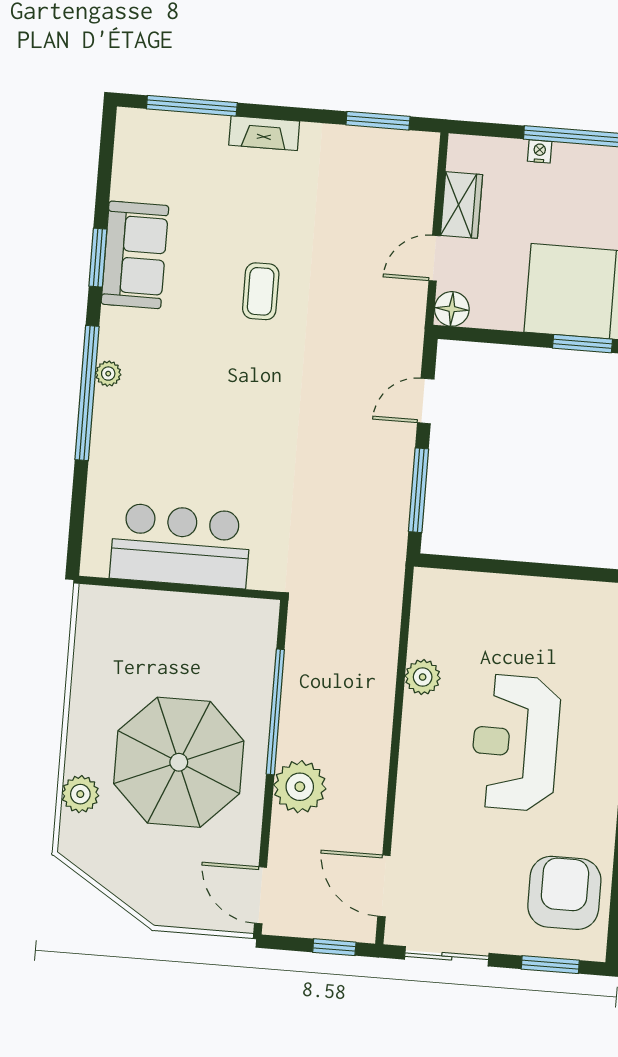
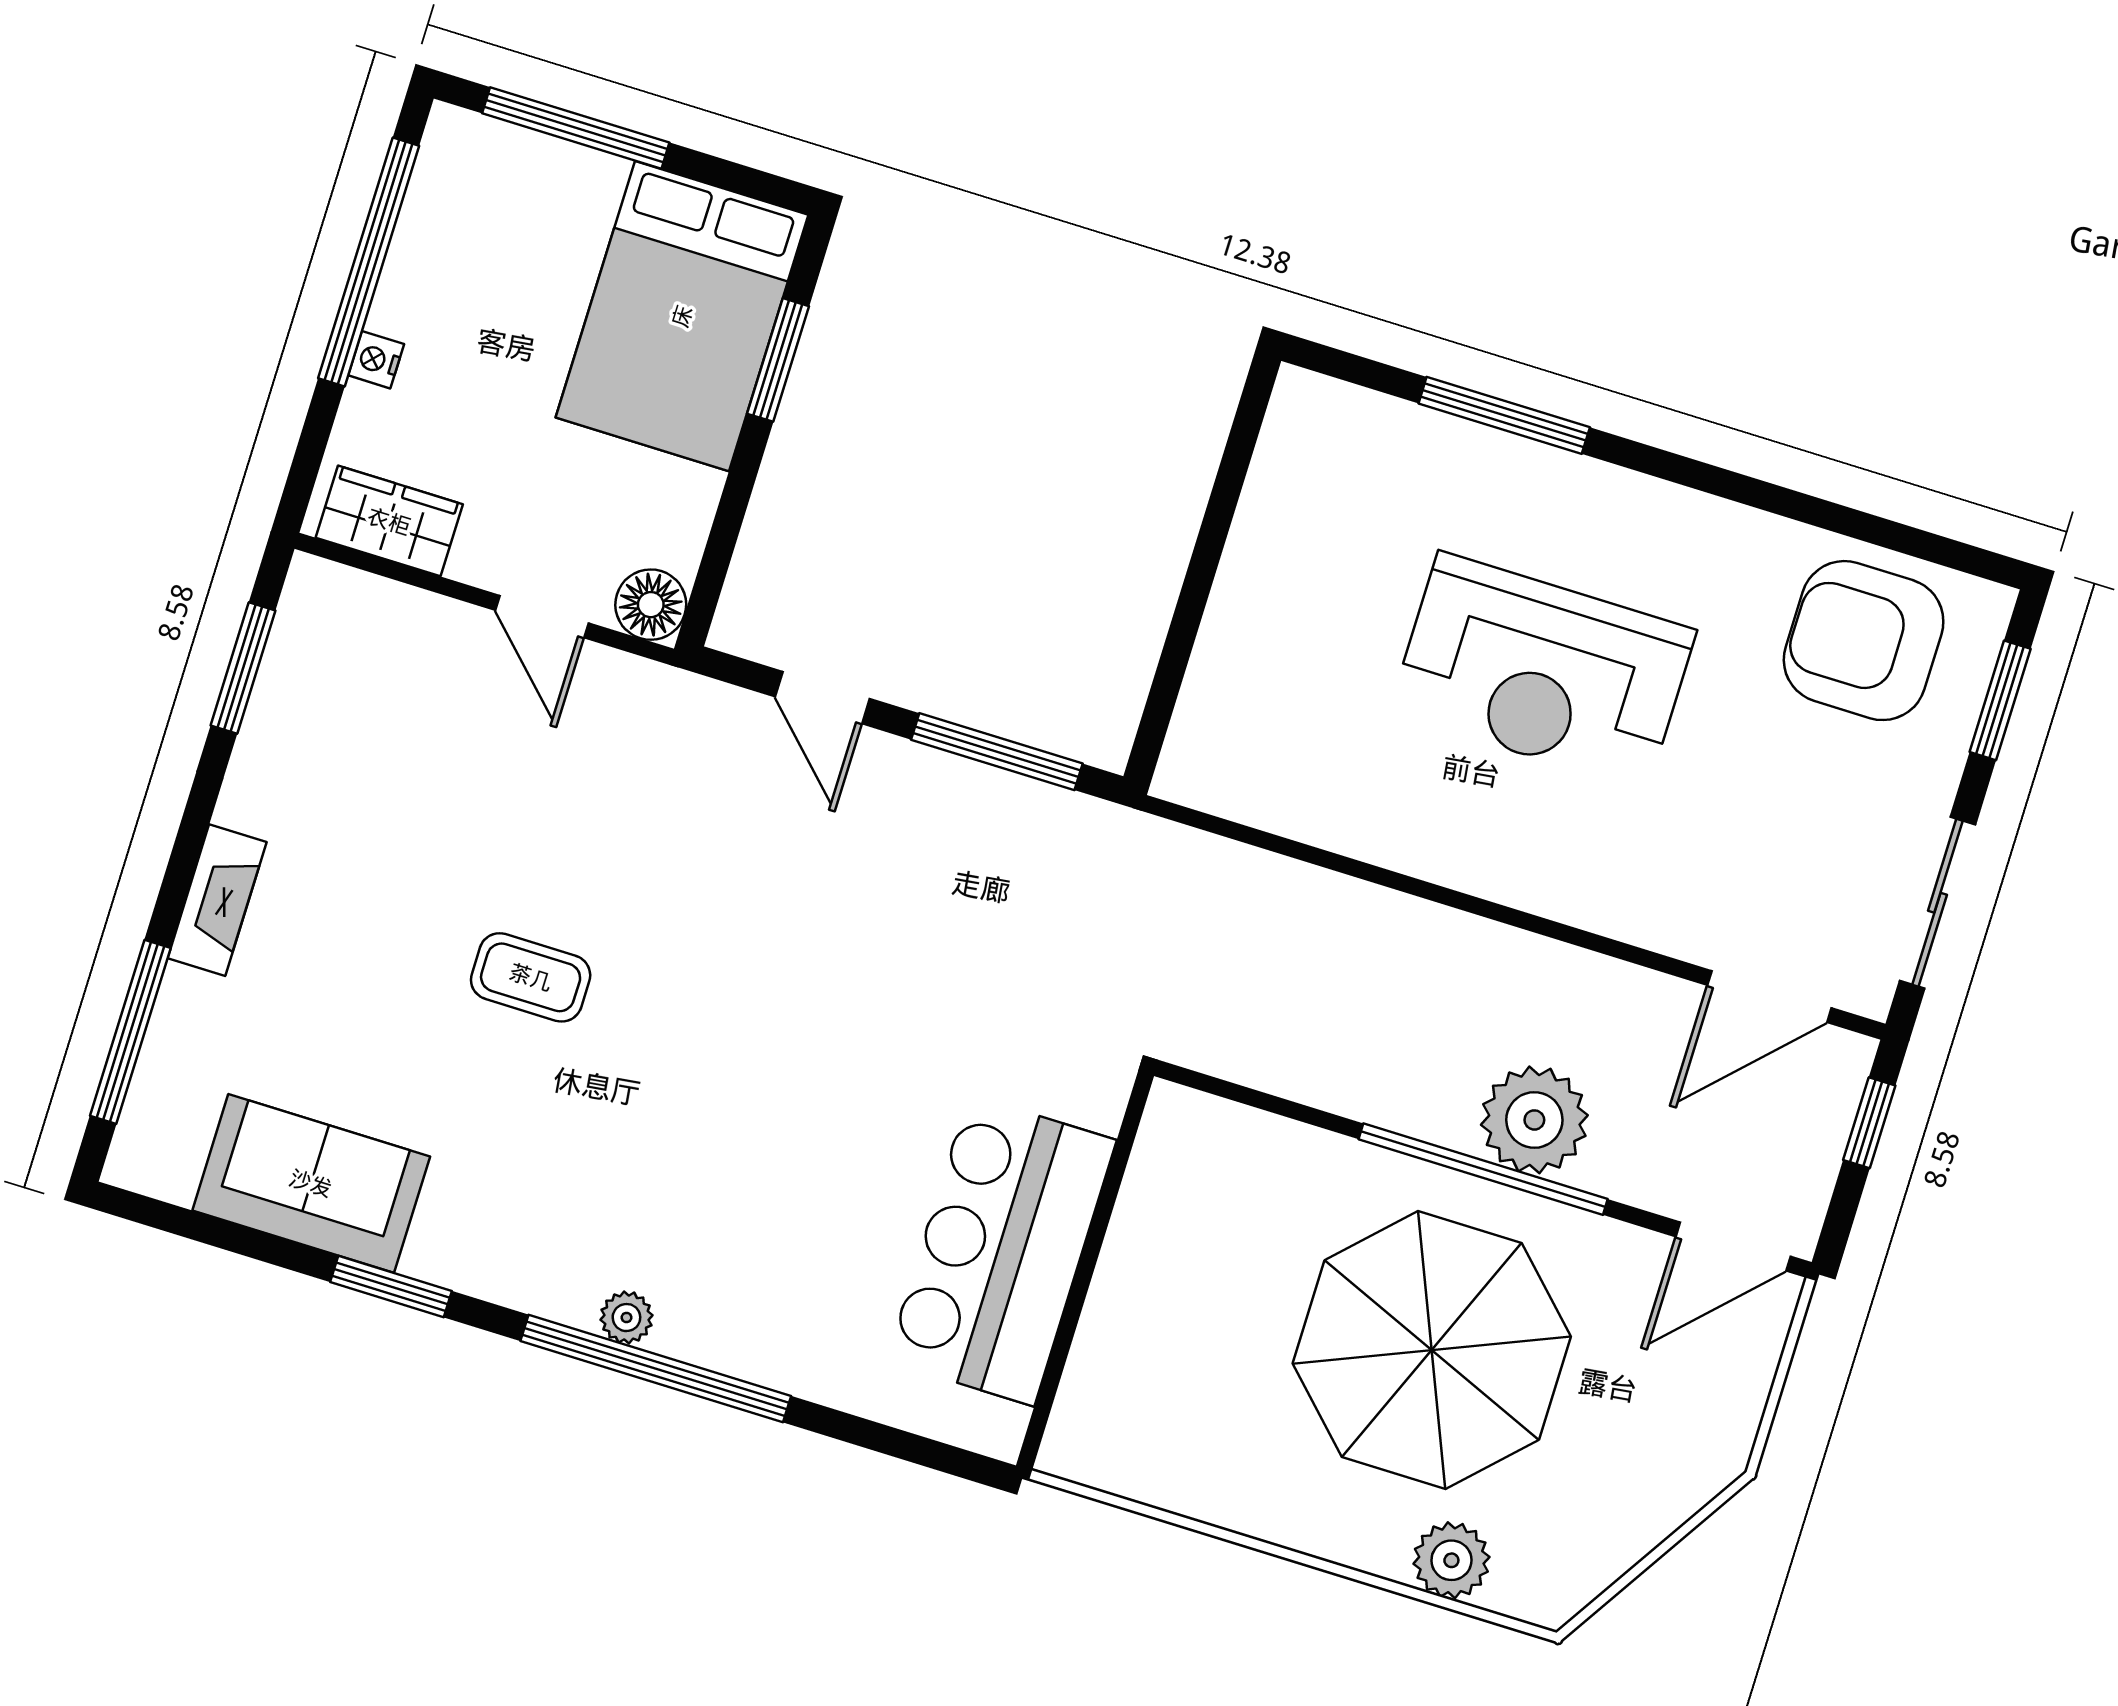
wardrobe: (461, 205) -> (389, 521), moved
sofa: (135, 255) -> (311, 1183), moved
plant: (423, 677) -> (1371, 827), removed
window: (275, 712) -> (1483, 1169), moved

